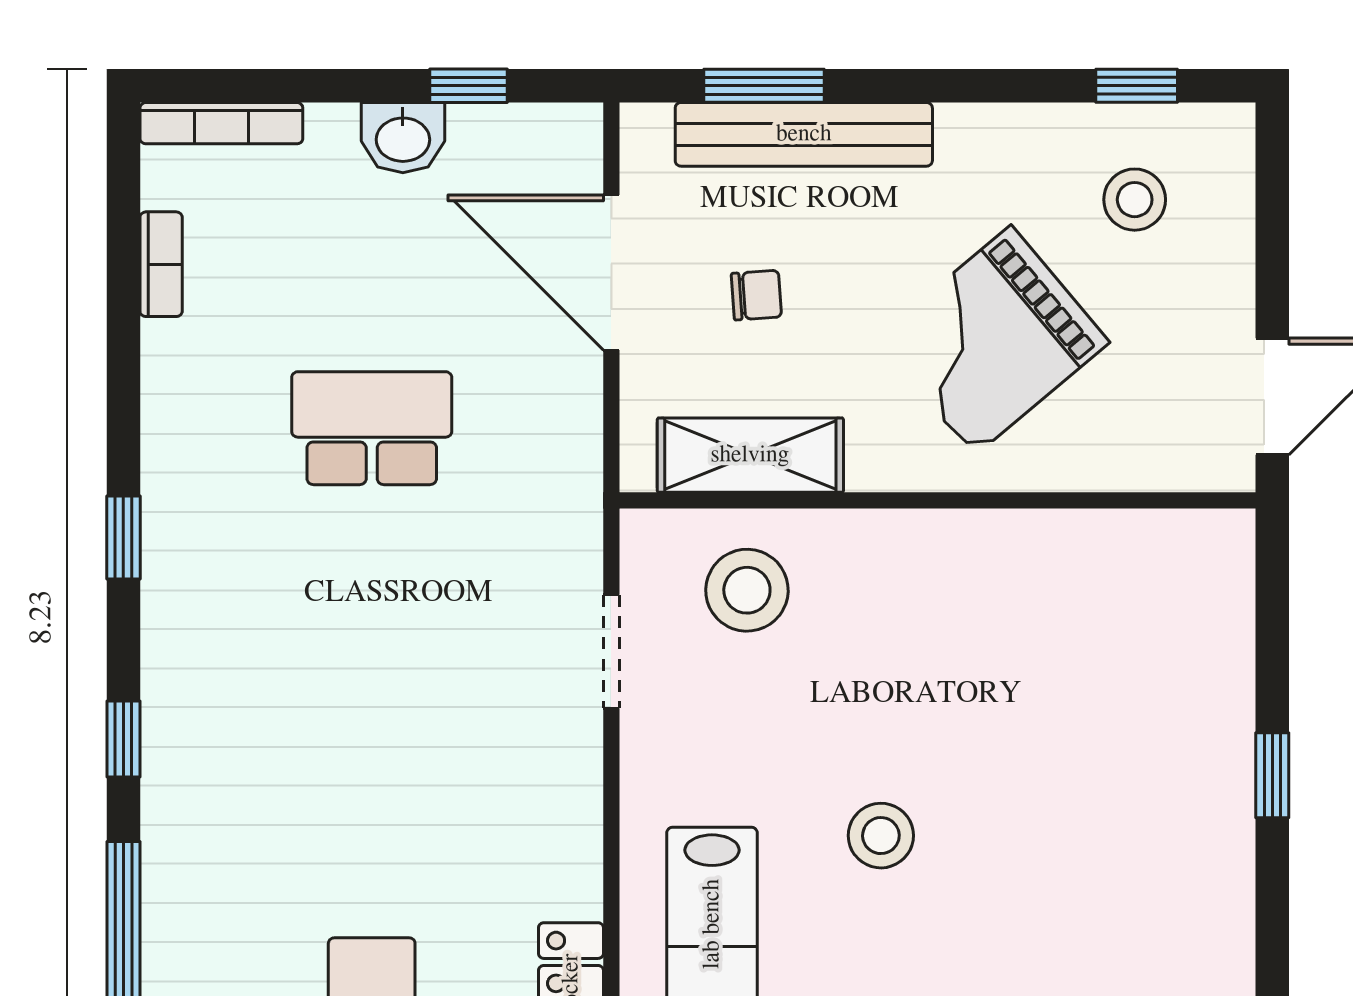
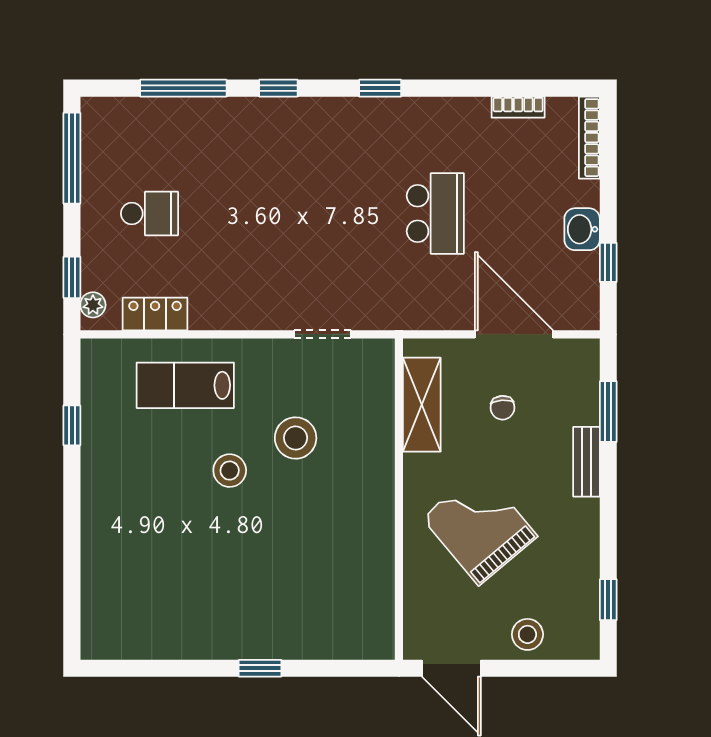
bench: (804, 134) -> (587, 462), width x0.54, depth x0.82
stool: (1135, 200) -> (527, 634), moved
door: (611, 272) -> (514, 334), hinge flipped
stool: (747, 590) -> (296, 438), moved

